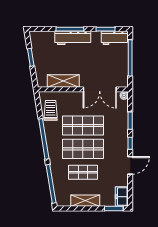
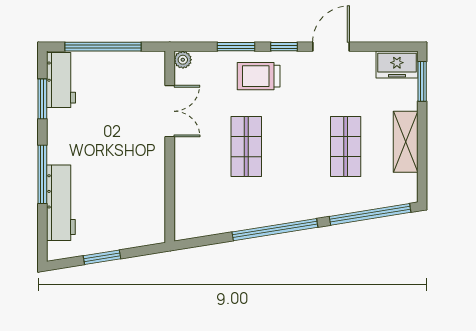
workbench: (73, 38) -> (61, 203), moved
shelving: (63, 81) -> (152, 188), removed
double door: (100, 89) -> (170, 111), width x0.73
trolley: (51, 110) -> (259, 76), moved
shop shelf: (83, 125) -> (246, 147), width x0.70, depth x0.74
shop shelf: (83, 149) -> (296, 147), removed
door: (130, 165) -> (331, 47), hinge flipped

